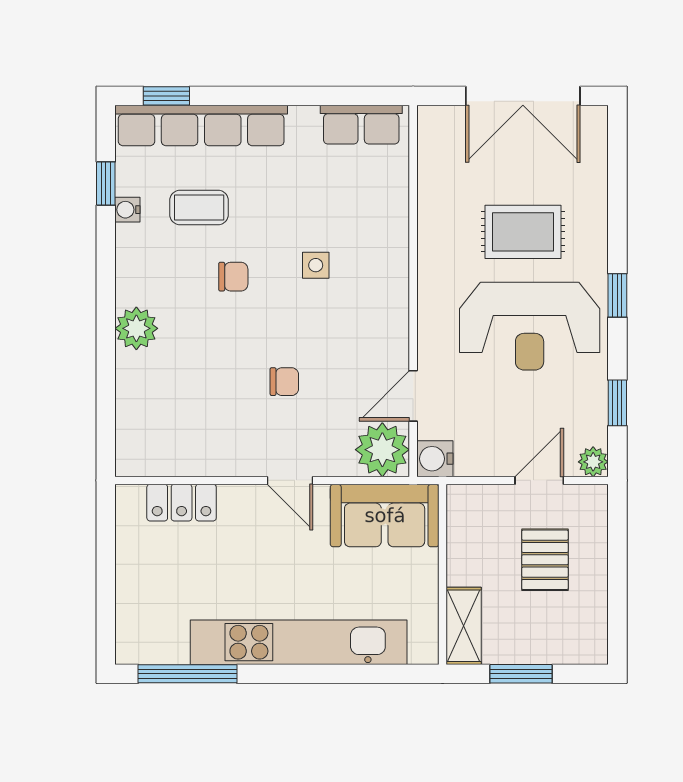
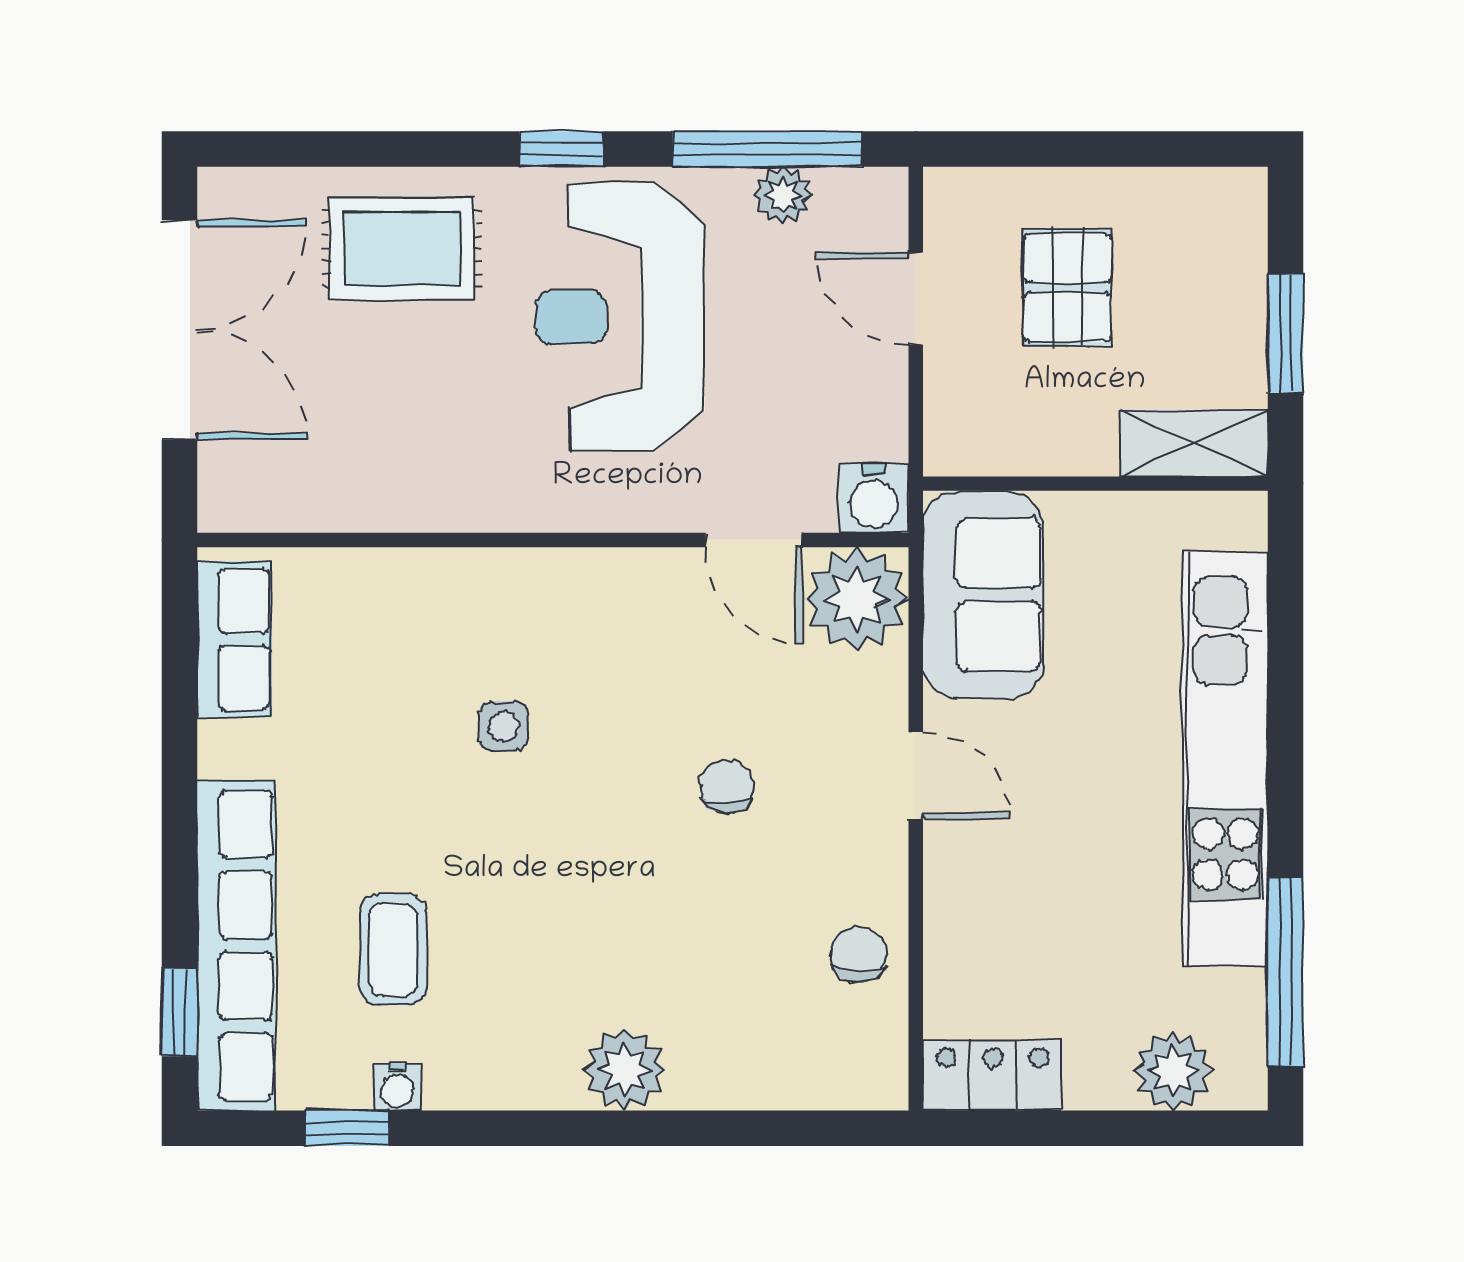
rug: (523, 232) -> (402, 248), moved, turned 90
chair: (233, 277) -> (859, 955), moved
reception desk: (530, 326) -> (620, 317), turned 180
window: (617, 403) -> (767, 149), width x2.17
plant: (593, 462) -> (783, 195), moved
door: (290, 480) -> (916, 776), hinge flipped
locker: (182, 503) -> (993, 1075), moved, turned -90
pallet: (545, 560) -> (1068, 288), turned 90
plant: (136, 615) -> (1173, 1071), added

